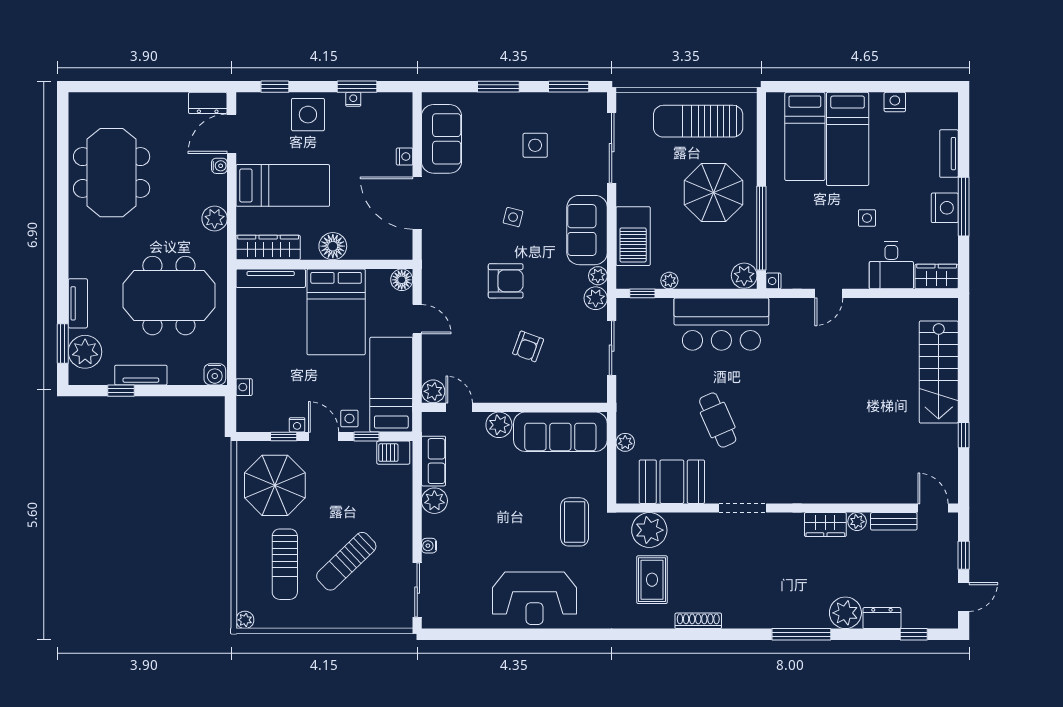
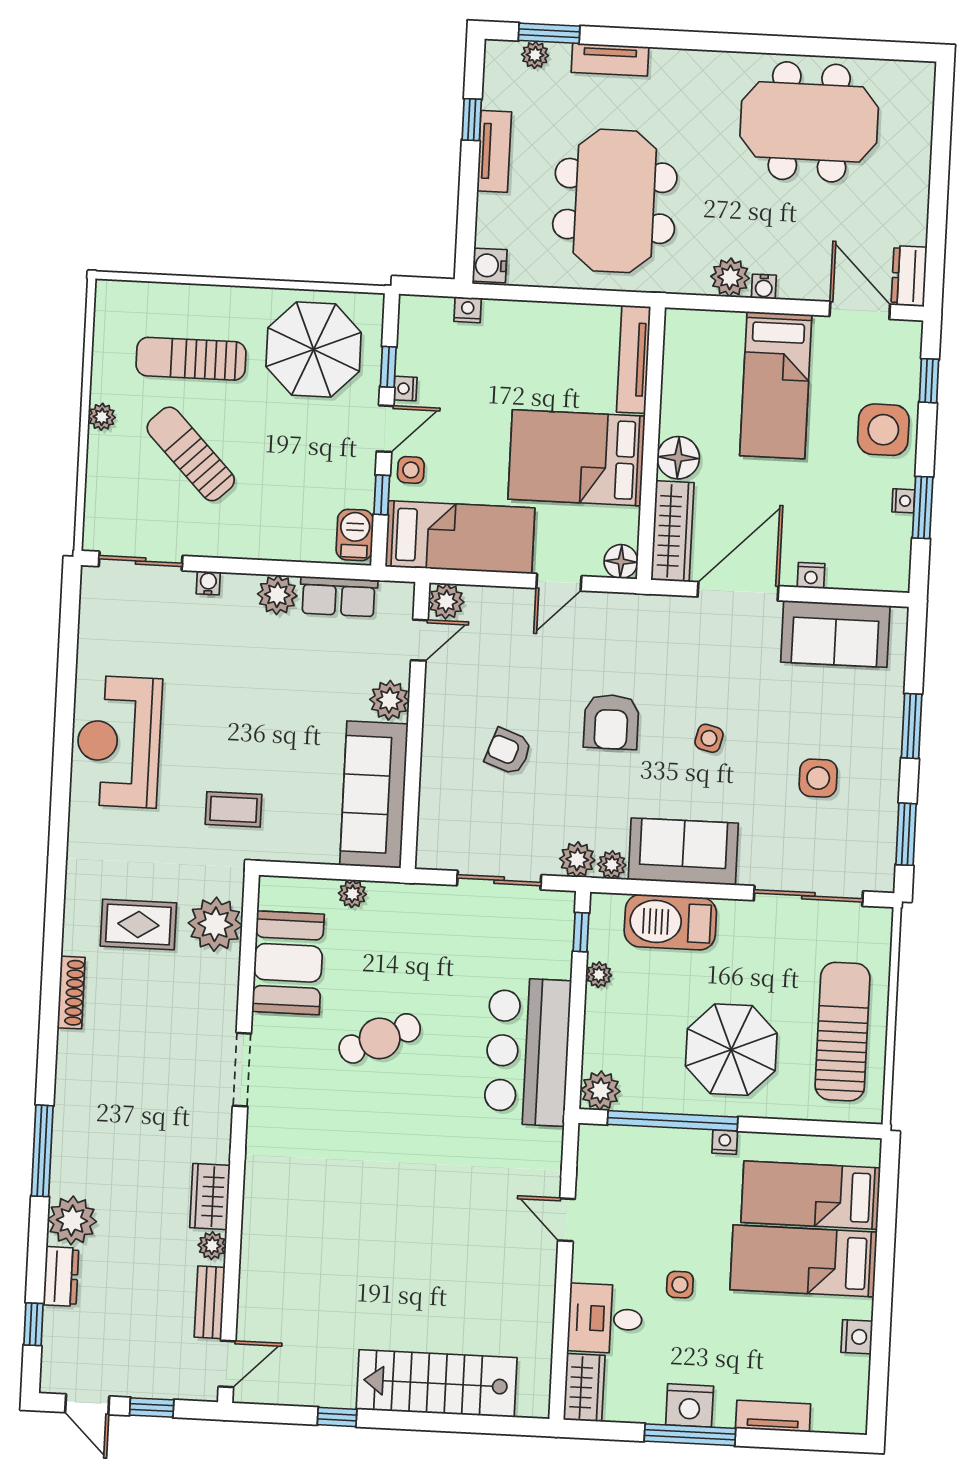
water cooler: (219, 166) -> (764, 287), moved
wardrobe: (268, 248) -> (672, 531), moved
nightstand: (773, 281) -> (725, 1142), moved
plant: (85, 352) -> (535, 55), width x0.53, depth x0.53
coffee table: (575, 522) -> (233, 809), width x0.73, depth x0.77
plant: (245, 620) -> (102, 417), moved

